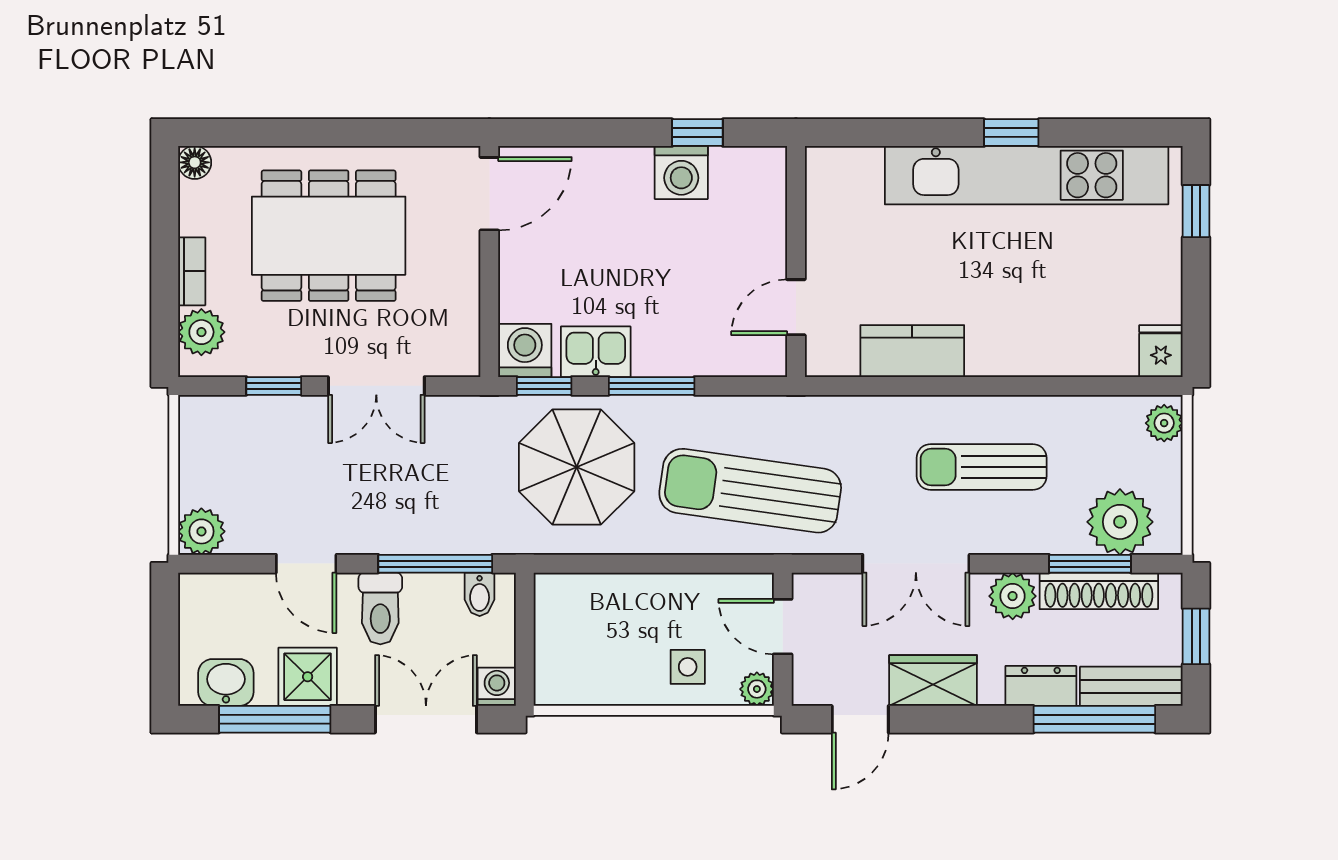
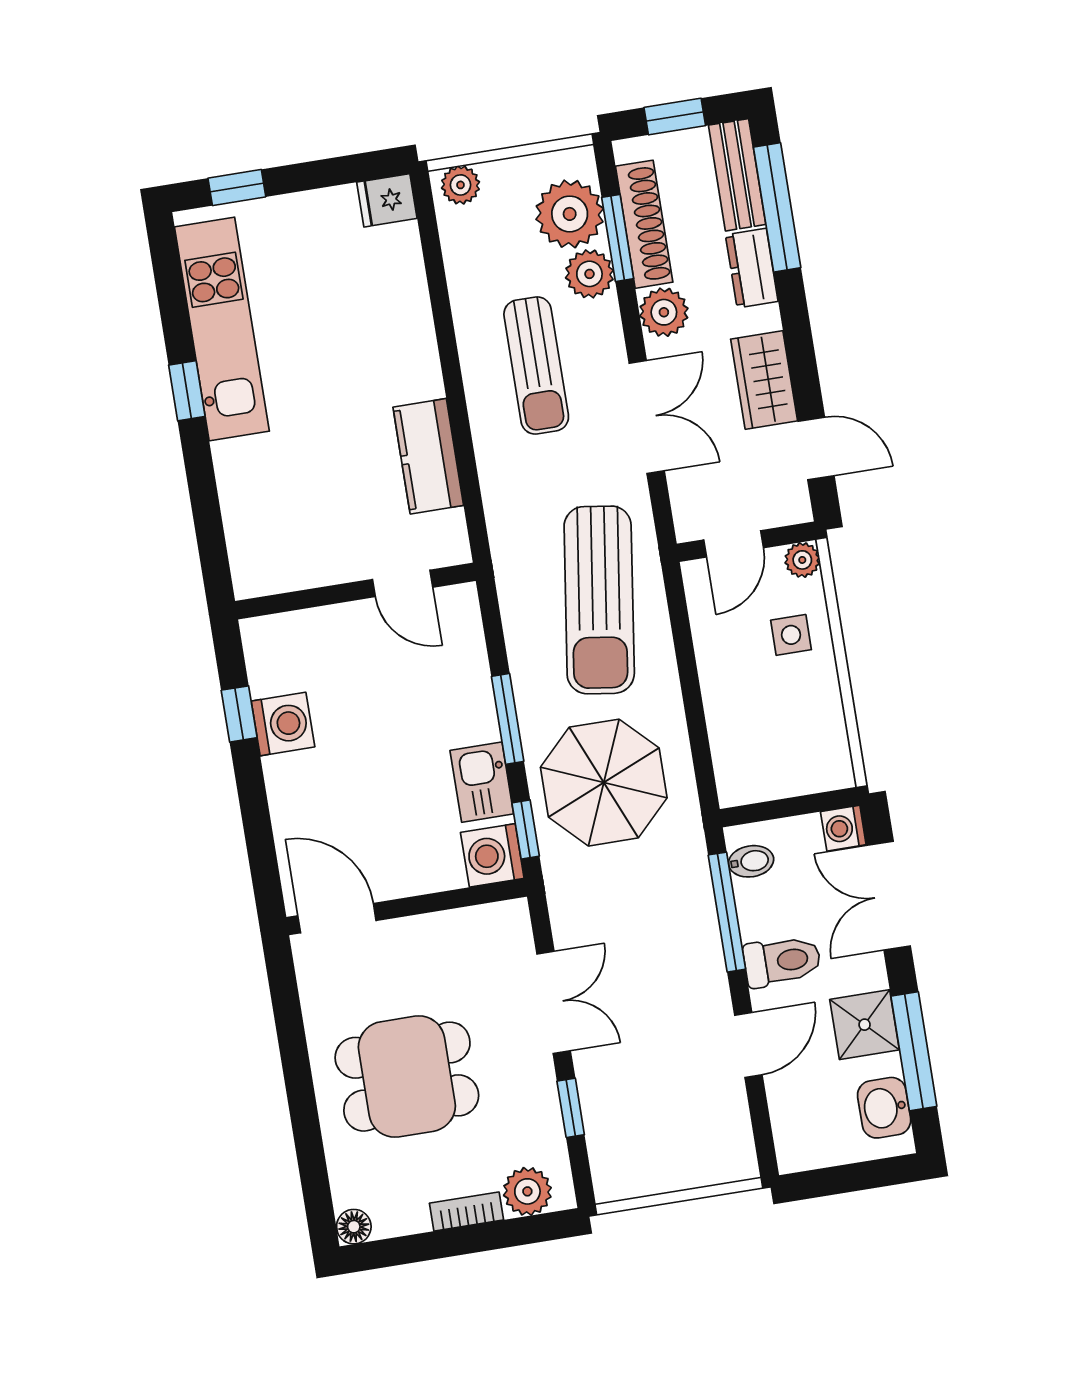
kitchen unit: (1027, 175) -> (222, 329), width x0.73
dining table: (329, 236) -> (407, 1077), width x0.73
plant: (201, 531) -> (589, 274), moved

